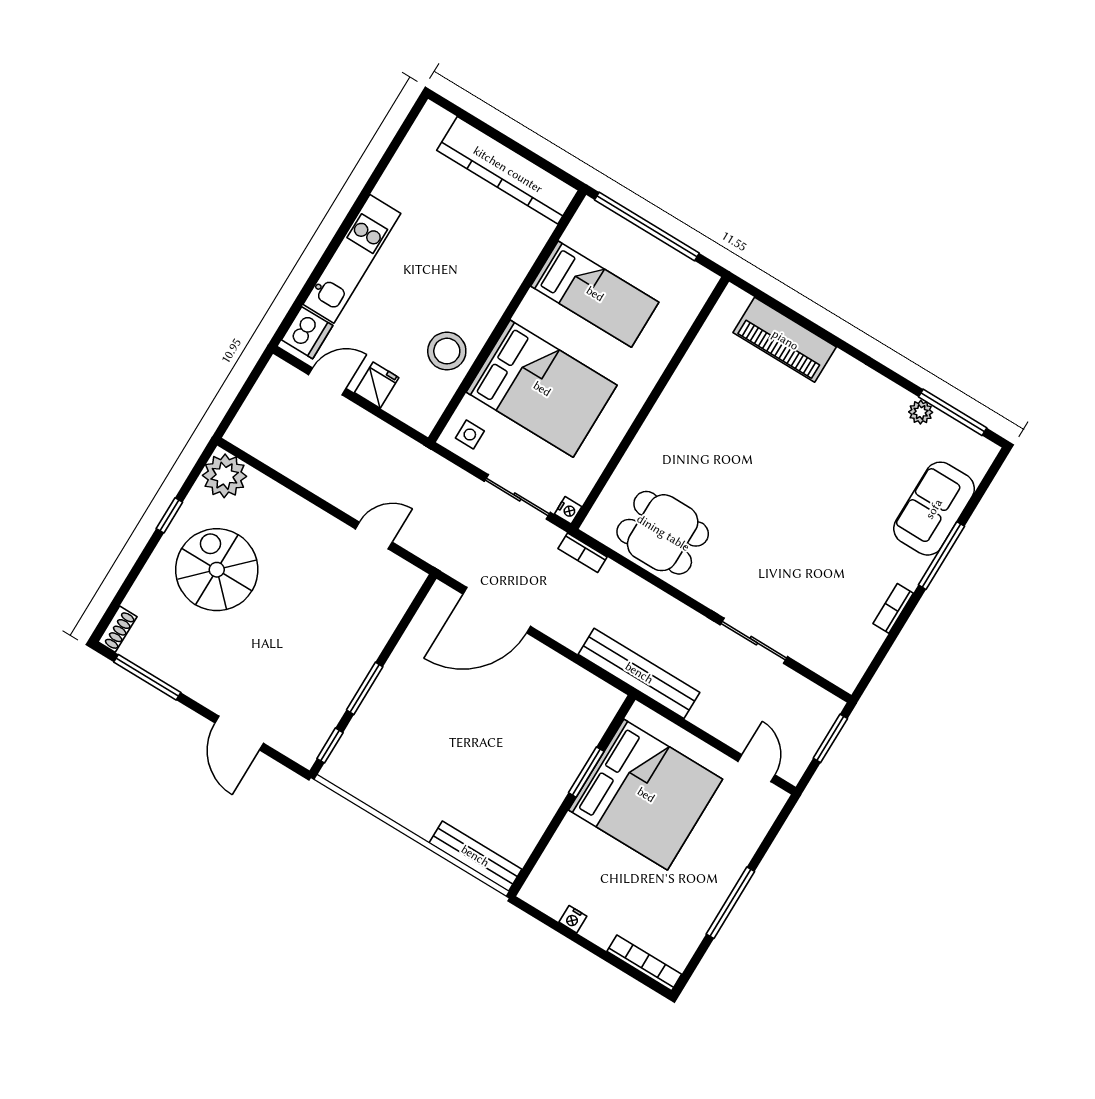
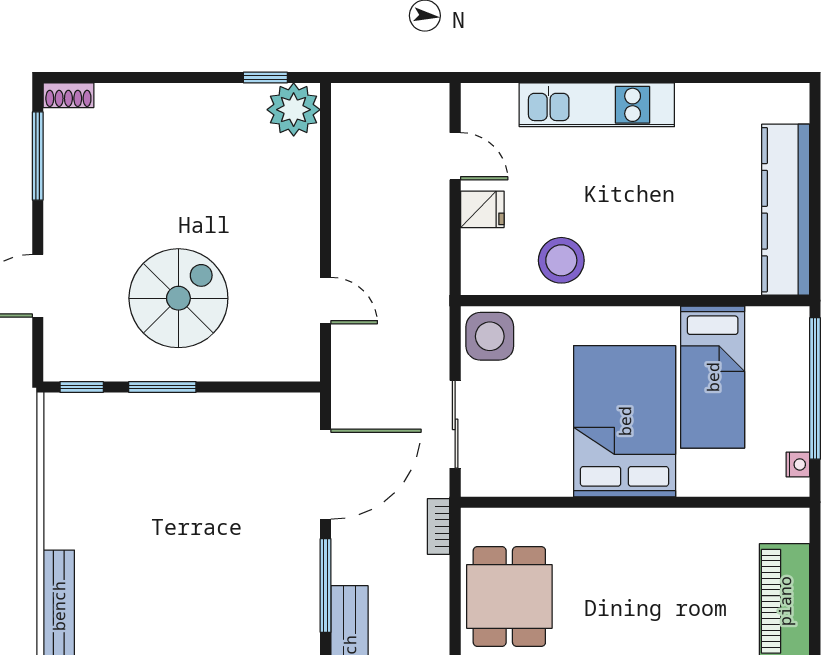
dishwasher: (307, 333) -> (493, 105), removed
bed: (542, 389) -> (625, 421), moved, turned 180
side table: (470, 434) -> (490, 336), width x1.87, depth x1.87
nightstand: (568, 510) -> (798, 464), moved, turned -90
window: (169, 515) -> (265, 78), moved
spiral stairs: (217, 570) -> (178, 298), moved
door: (497, 610) -> (326, 474), swing flipped
window: (576, 658) -> (326, 586), added

